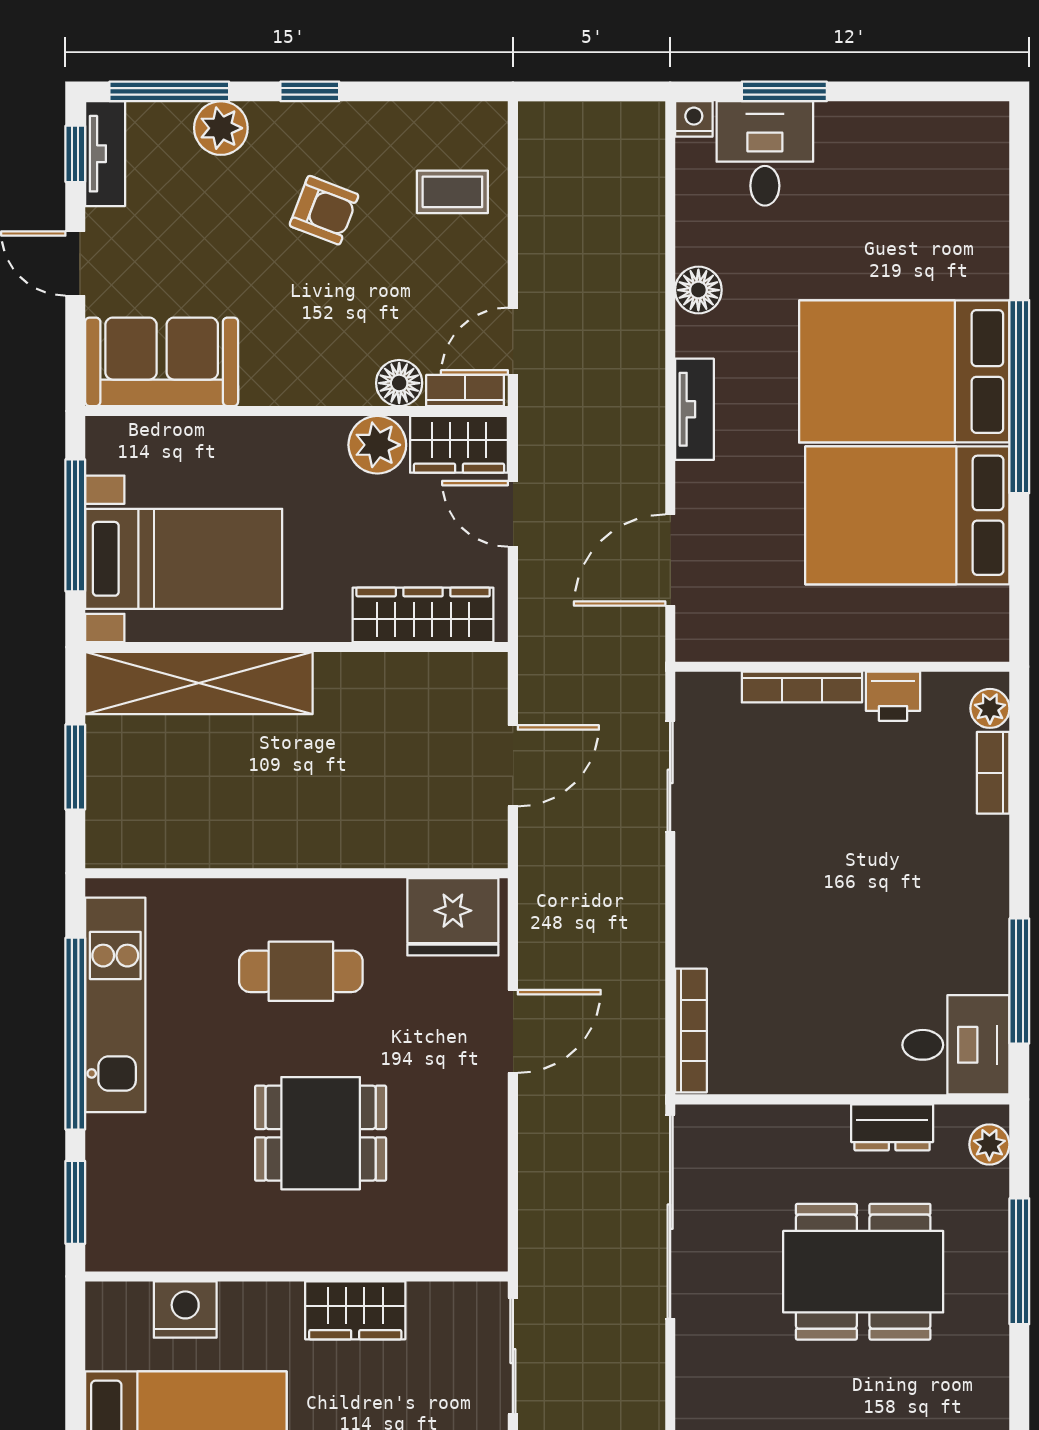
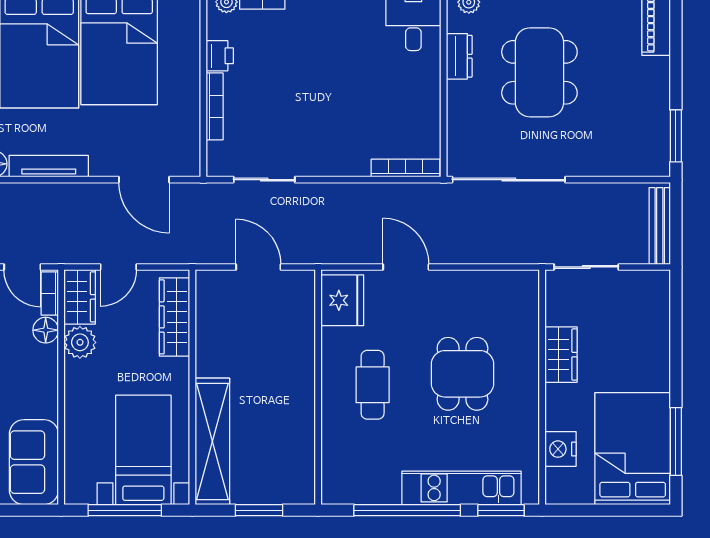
tv unit: (694, 409) -> (49, 166), width x1.41
kitchen unit: (115, 1005) -> (462, 488), moved

